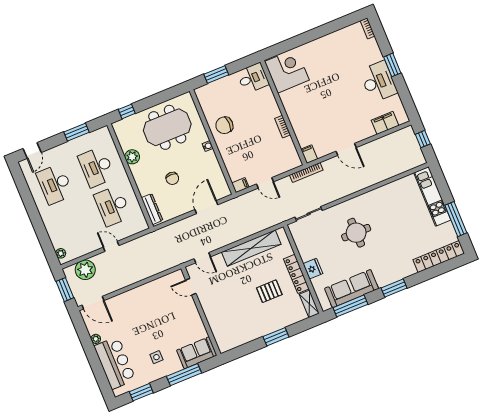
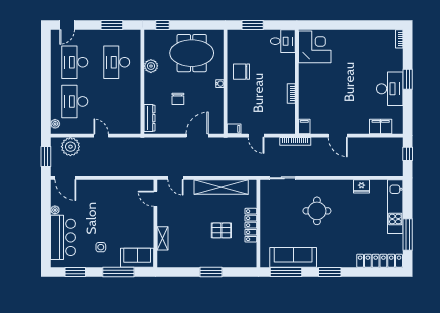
desk: (113, 206) -> (75, 101), moved
fridge: (313, 269) -> (362, 186), moved, turned 90
shelving: (309, 304) -> (162, 238), moved

